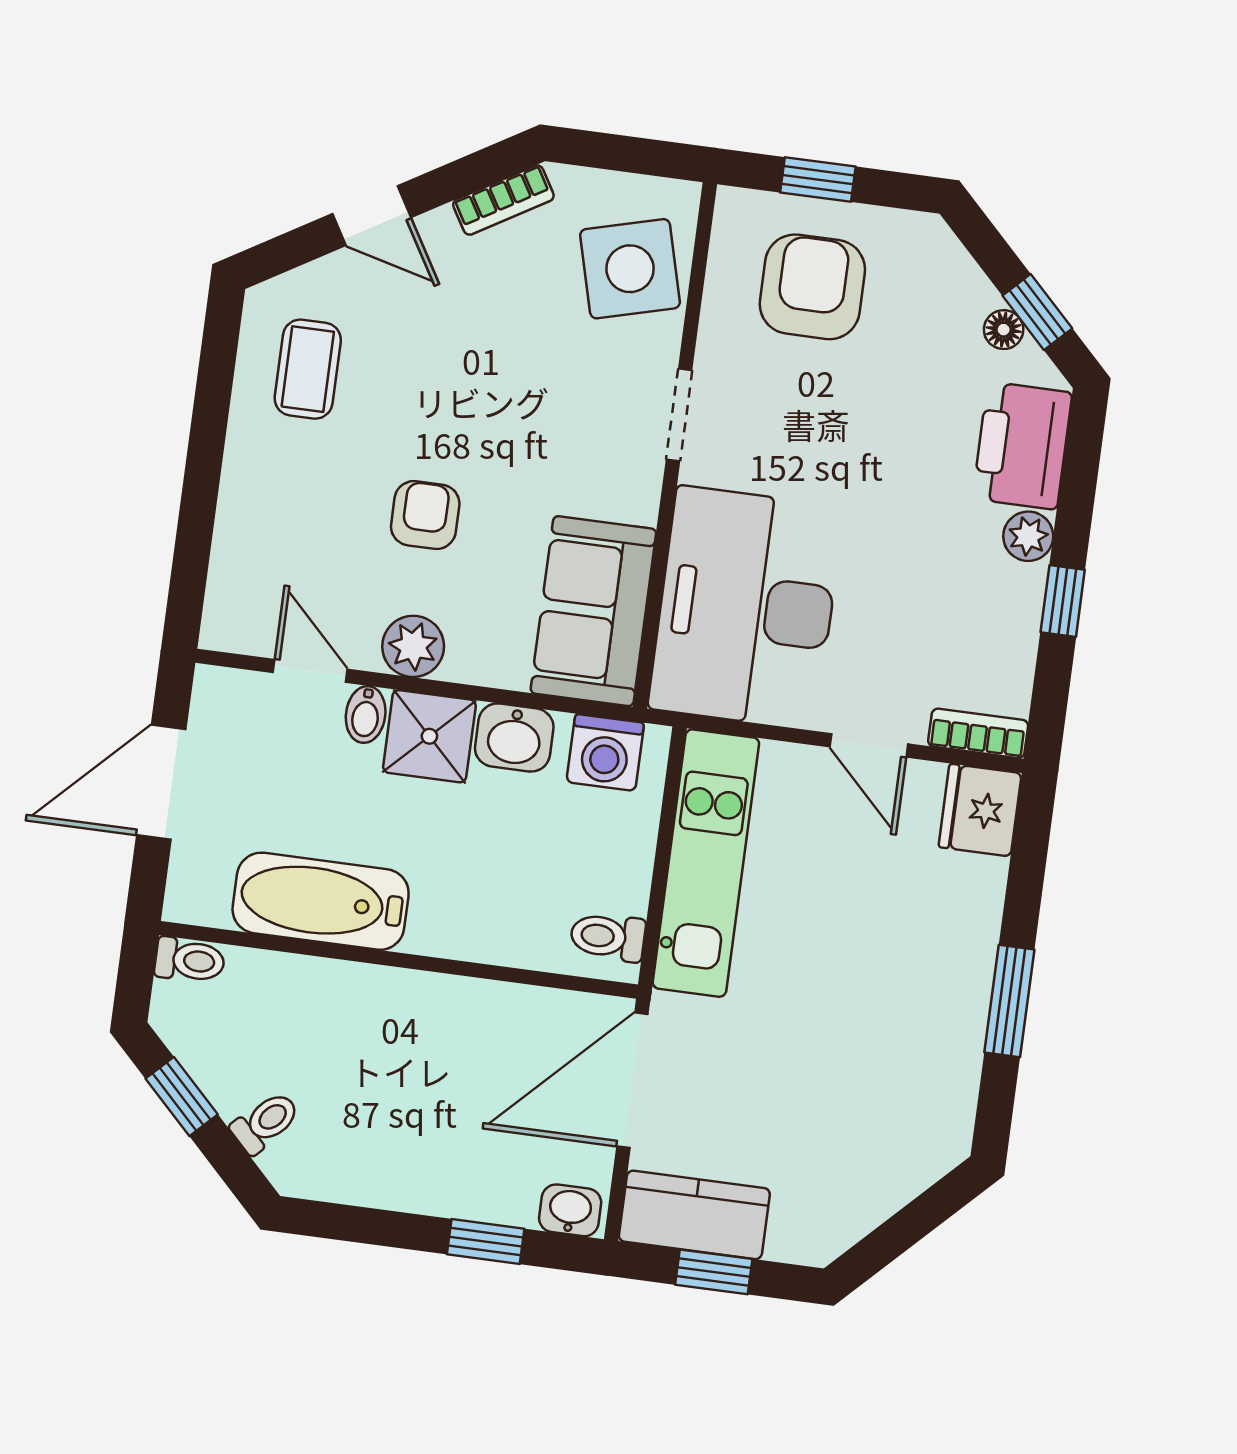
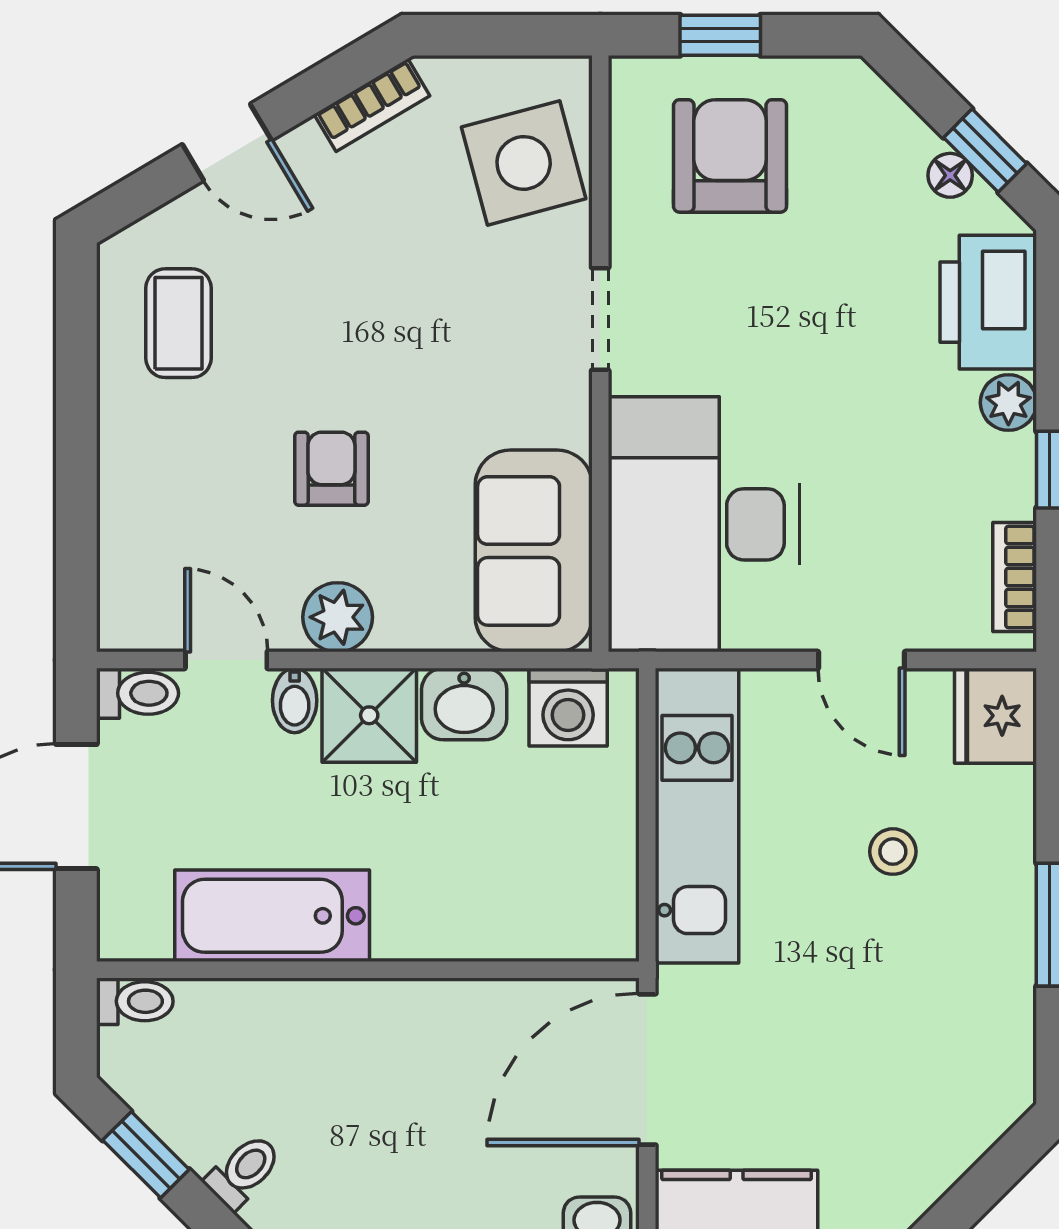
bookcase: (978, 733) -> (1015, 577), moved, turned -90
stool: (874, 918) -> (893, 852), added
toilet: (608, 937) -> (137, 693), moved, turned 180

